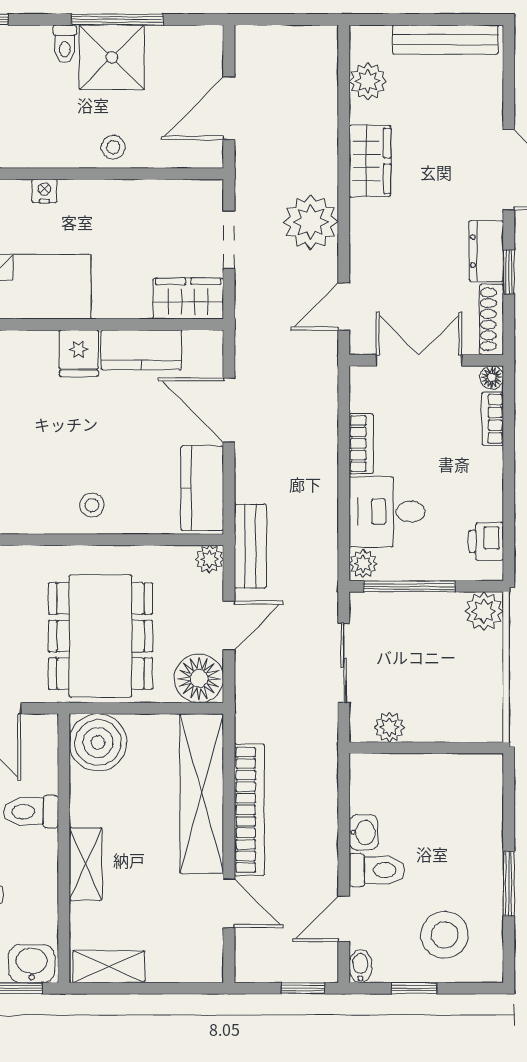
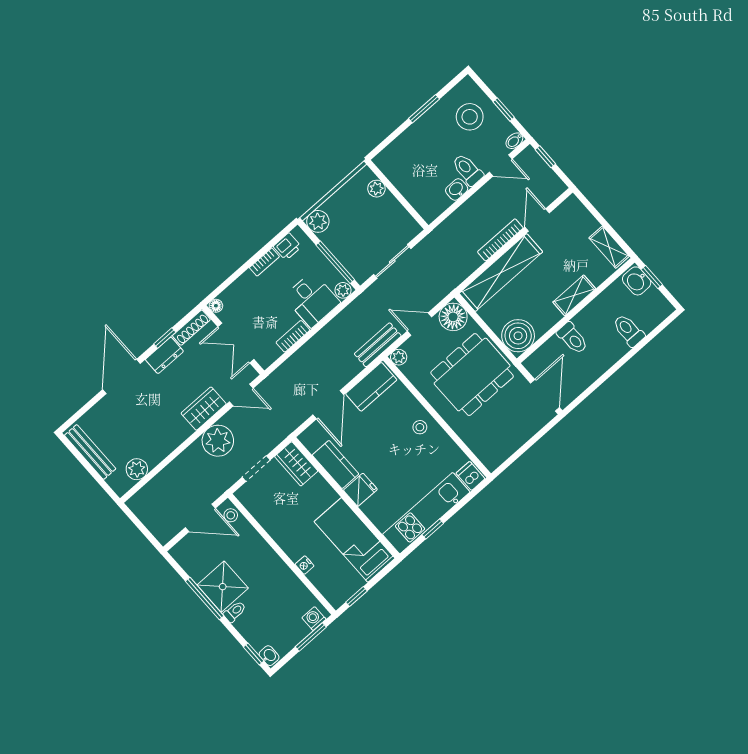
stool: (113, 147) -> (231, 515), moved
wardrobe: (370, 161) -> (204, 409), moved
bookcase: (493, 419) -> (264, 262), moved
plant: (389, 727) -> (376, 189), moved
bookcase: (249, 810) -> (500, 240), width x0.68, depth x0.76

